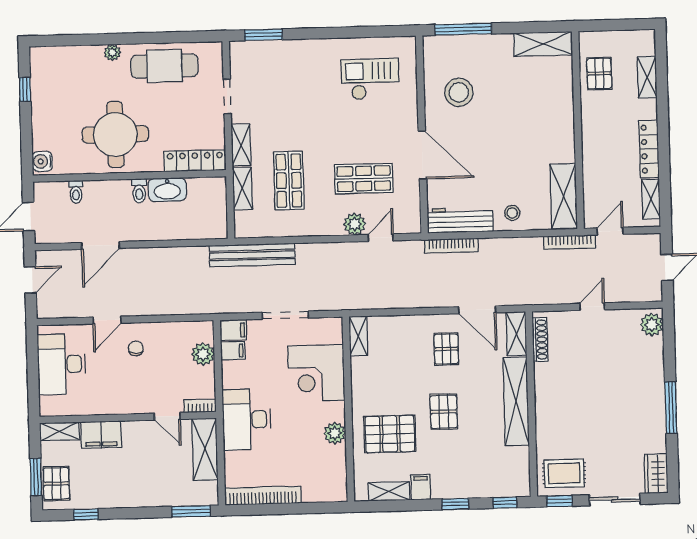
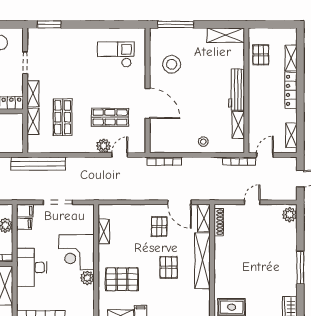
locker: (649, 149) -> (291, 90), moved
shelving: (564, 196) -> (238, 125), width x0.67, depth x0.75
workbench: (460, 220) -> (237, 90), moved, turned -90
shelving: (358, 336) -> (104, 232), moved
corner desk: (316, 373) -> (77, 252), moved
pallet: (444, 412) -> (169, 267), moved

